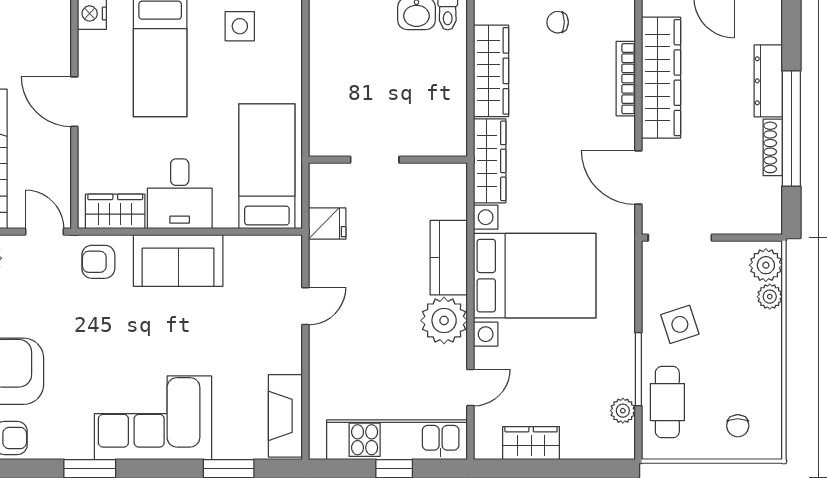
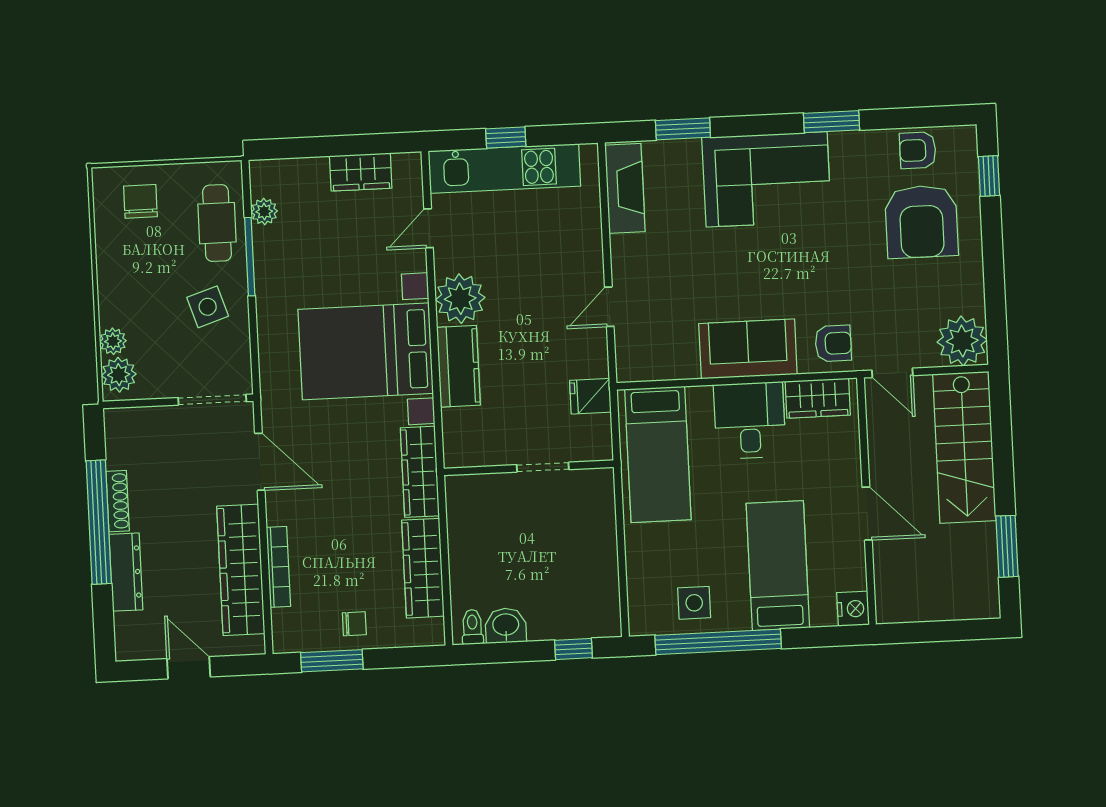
chair: (738, 426) -> (140, 201), width x1.37, depth x1.37

